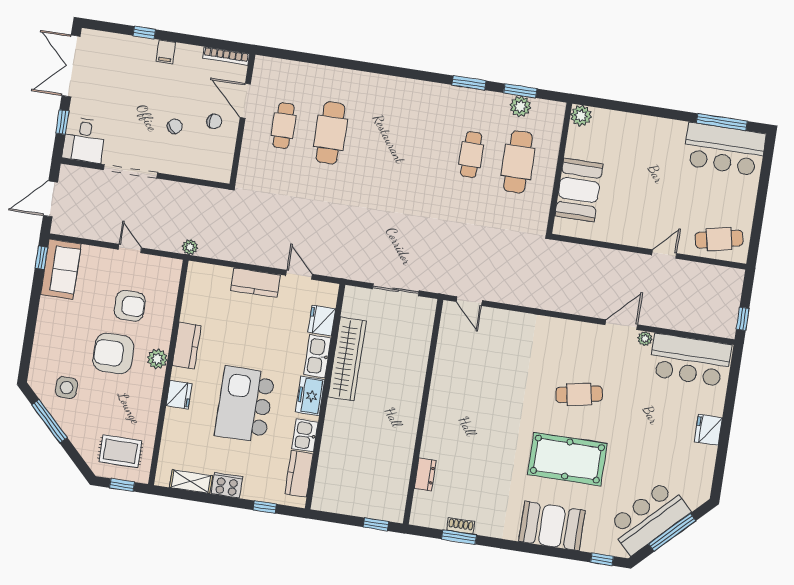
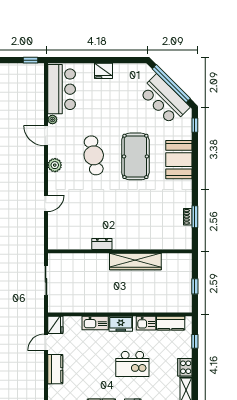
door: (469, 301) -> (46, 203), moved
fridge: (322, 321) -> (55, 325), moved, turned -90
plant: (573, 331) -> (55, 165), added
wardrobe: (347, 359) -> (135, 262), moved, turned 180
cafe table: (579, 394) -> (94, 155), width x1.37, depth x1.35
kitchen island: (245, 404) -> (132, 364), width x0.73, depth x0.78
dresser: (425, 475) -> (102, 244), moved
window: (376, 524) -> (195, 286), moved
window: (672, 532) -> (171, 84), width x1.46

